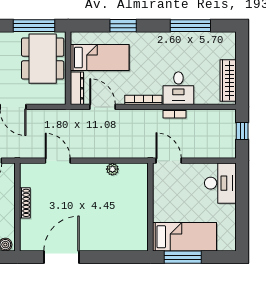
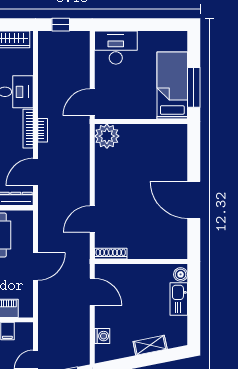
bookcase: (175, 114) -> (43, 130), moved
plant: (112, 169) -> (107, 136), moved, width x1.87, depth x1.87
shoe rack: (25, 203) -> (111, 254), moved
door: (62, 257) -> (194, 200), moved

